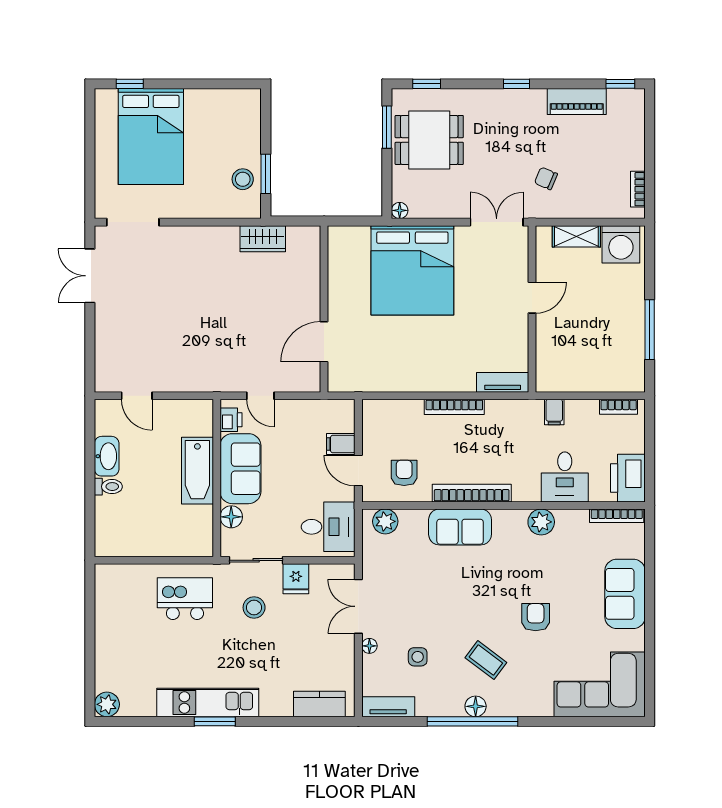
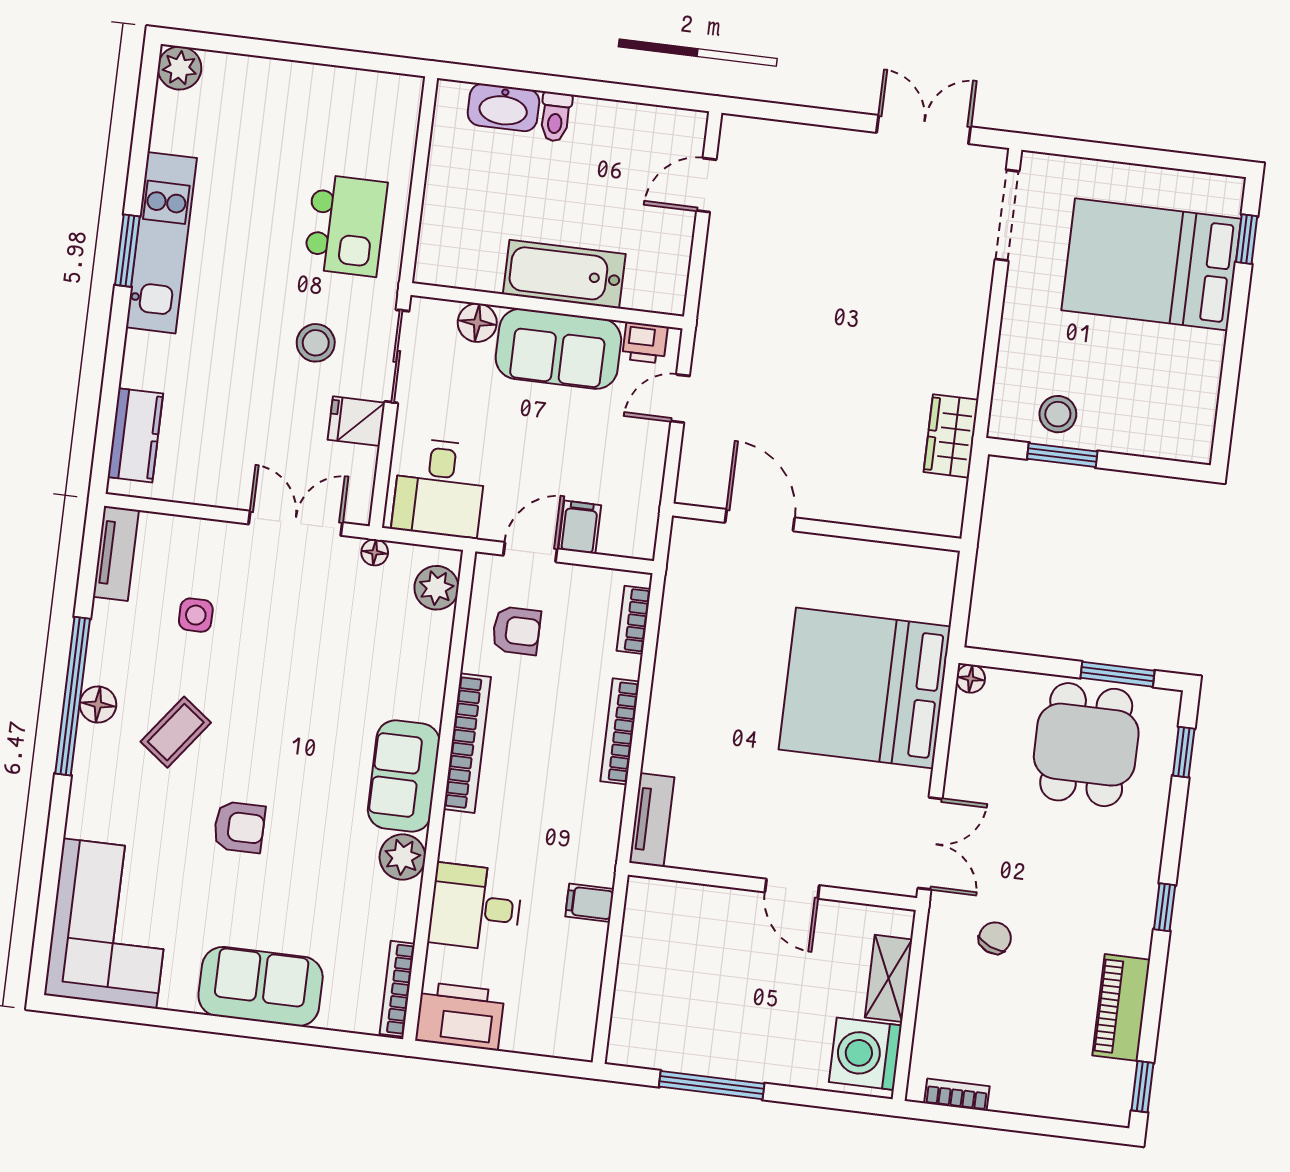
bookcase: (619, 407) -> (634, 620), moved
washbasin: (107, 456) -> (503, 107), moved
sofa: (460, 527) -> (404, 776), moved
floor lamp: (369, 646) -> (375, 552), moved

